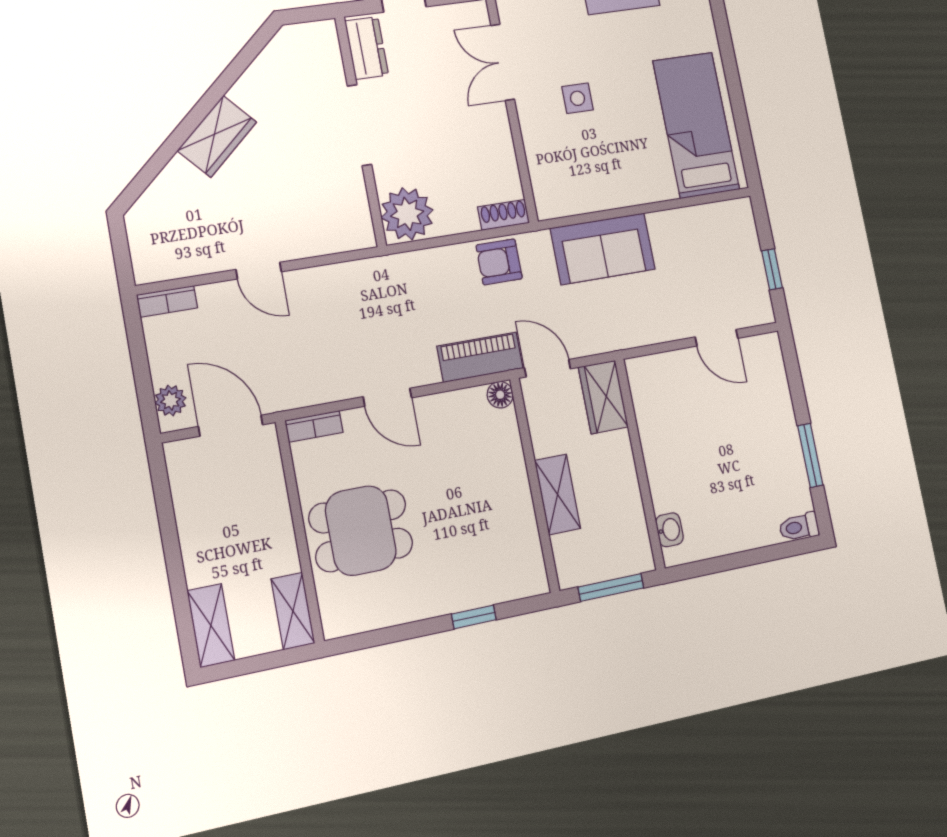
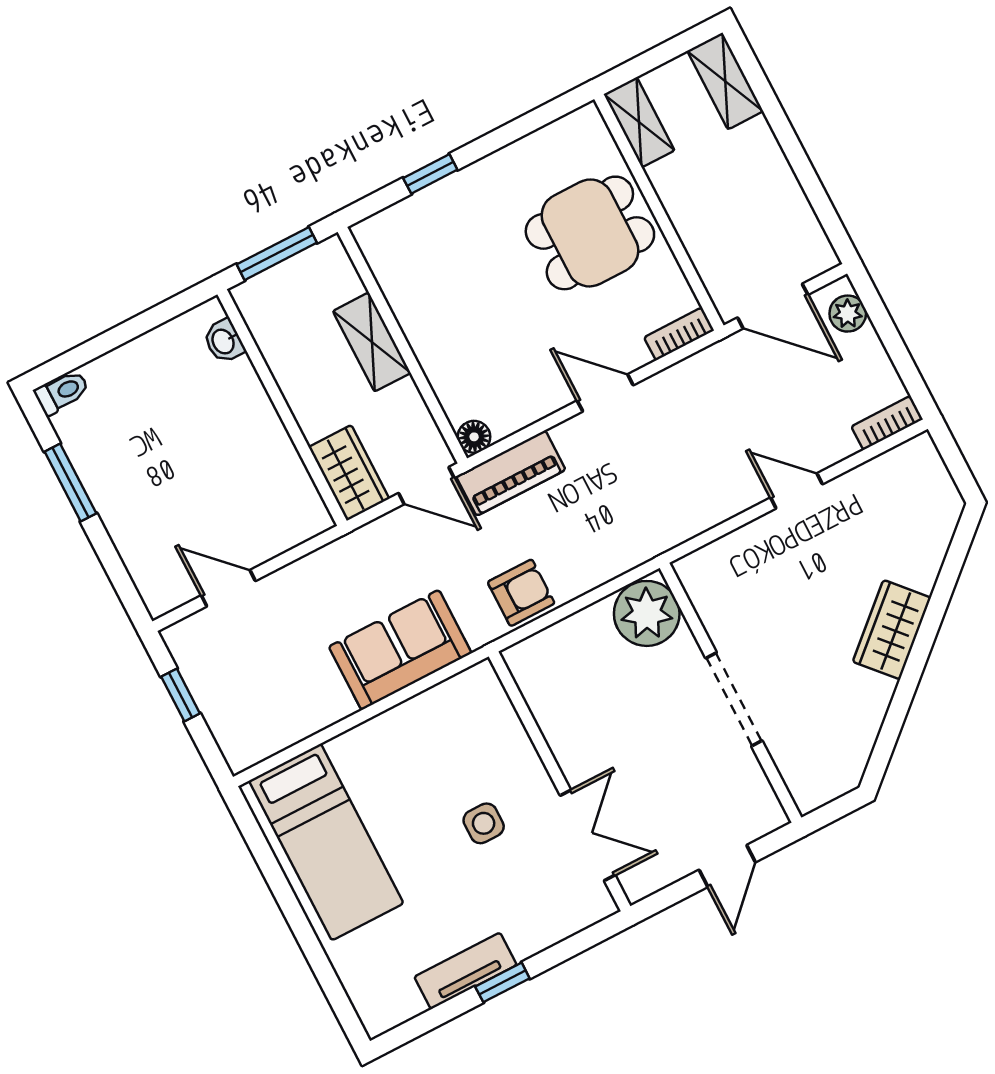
dresser: (367, 48) -> (754, 795), removed
shoe rack: (504, 215) -> (532, 651), removed

